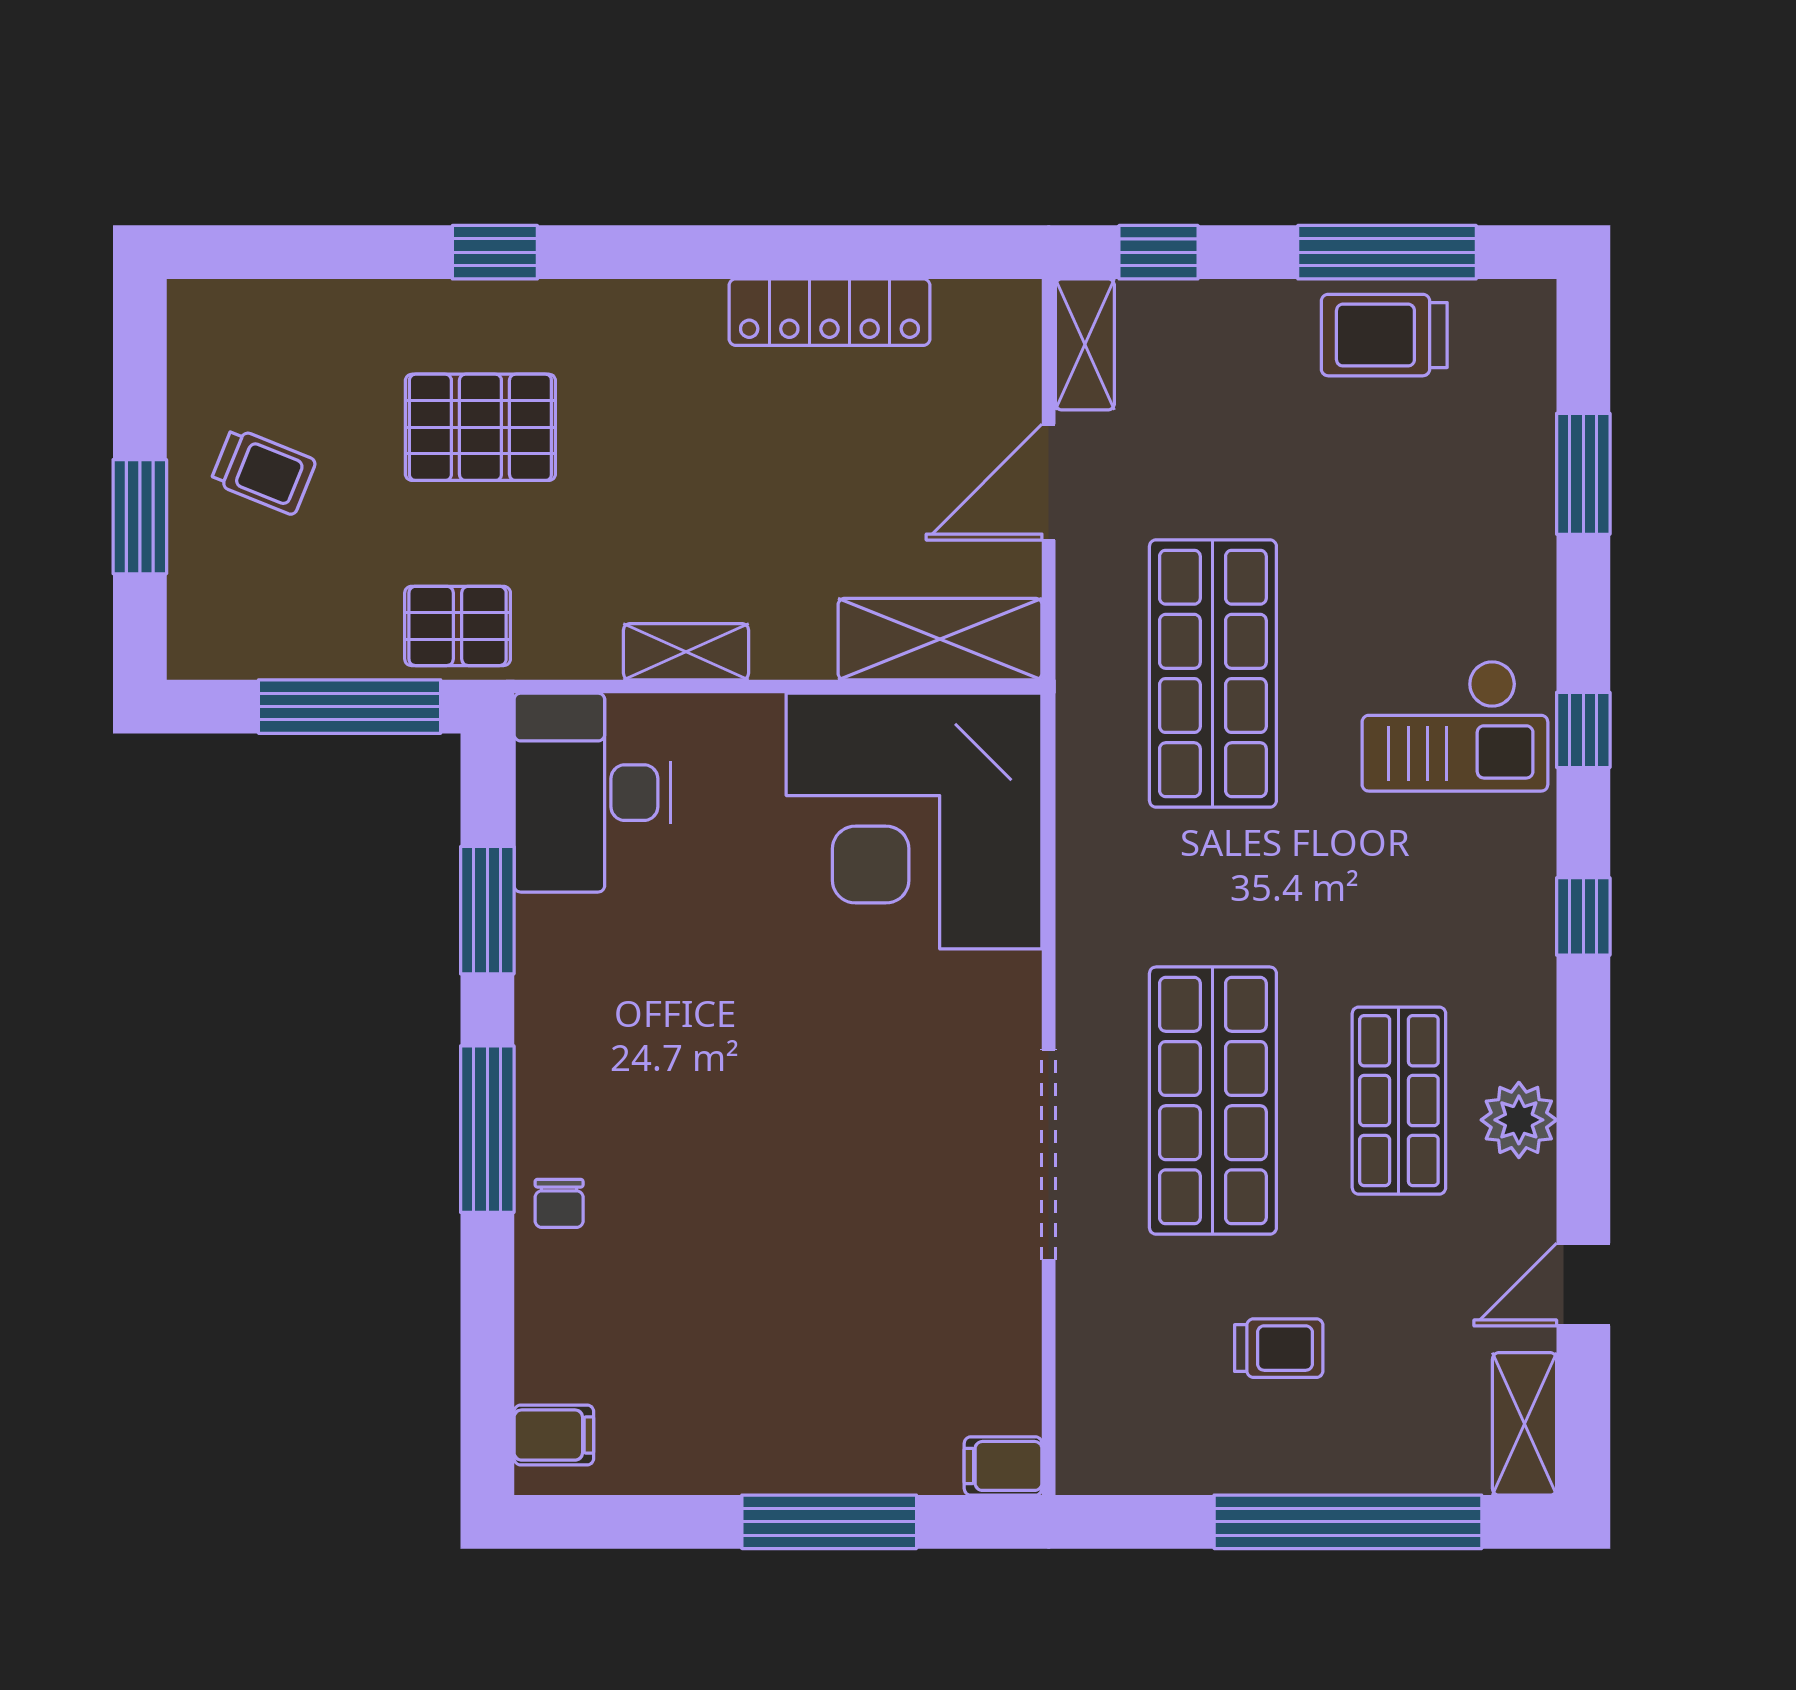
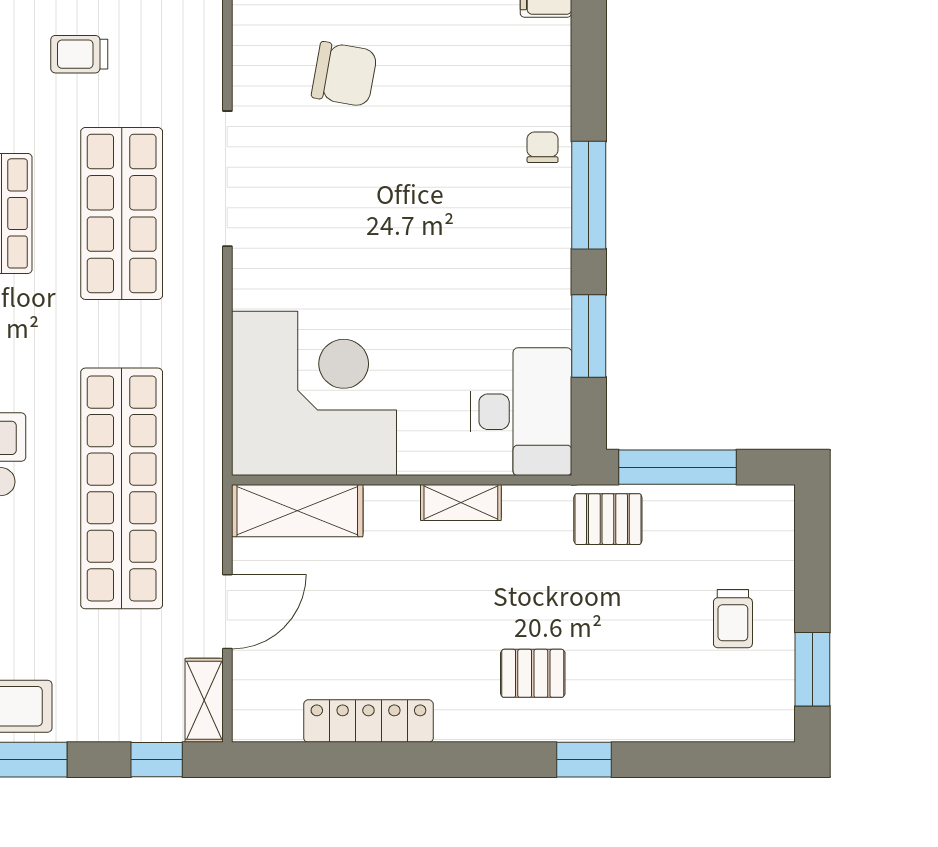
pallet: (480, 427) -> (533, 673), moved, width x0.67, depth x0.71
trolley: (263, 471) -> (733, 619), turned -112
window: (140, 517) -> (812, 669), moved
shop shelf: (1213, 673) -> (122, 488), width x1.40
chair: (867, 1317) -> (344, 74), added

